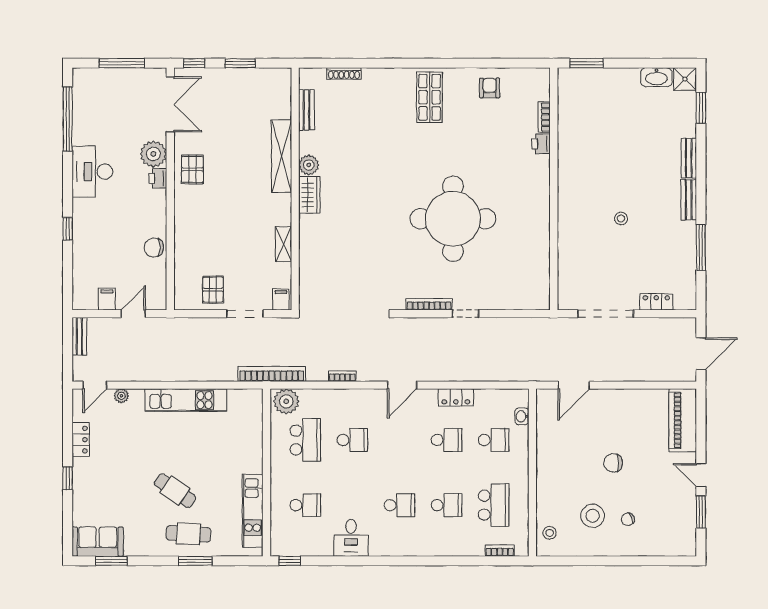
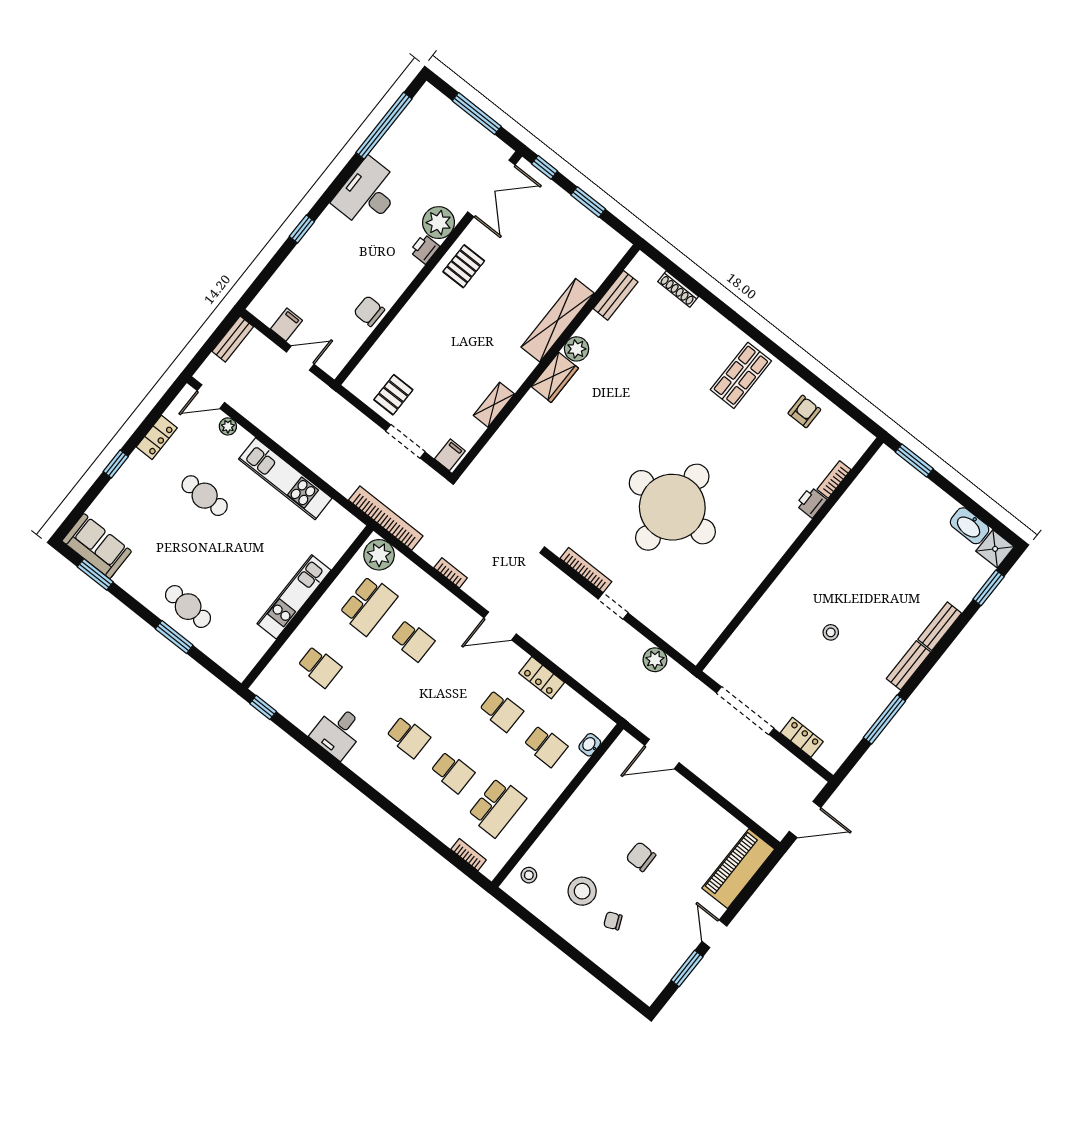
plant: (520, 327) -> (655, 660), added
cafe table: (175, 491) -> (205, 496), moved, turned -35
kitchen unit: (253, 511) -> (294, 597), moved

